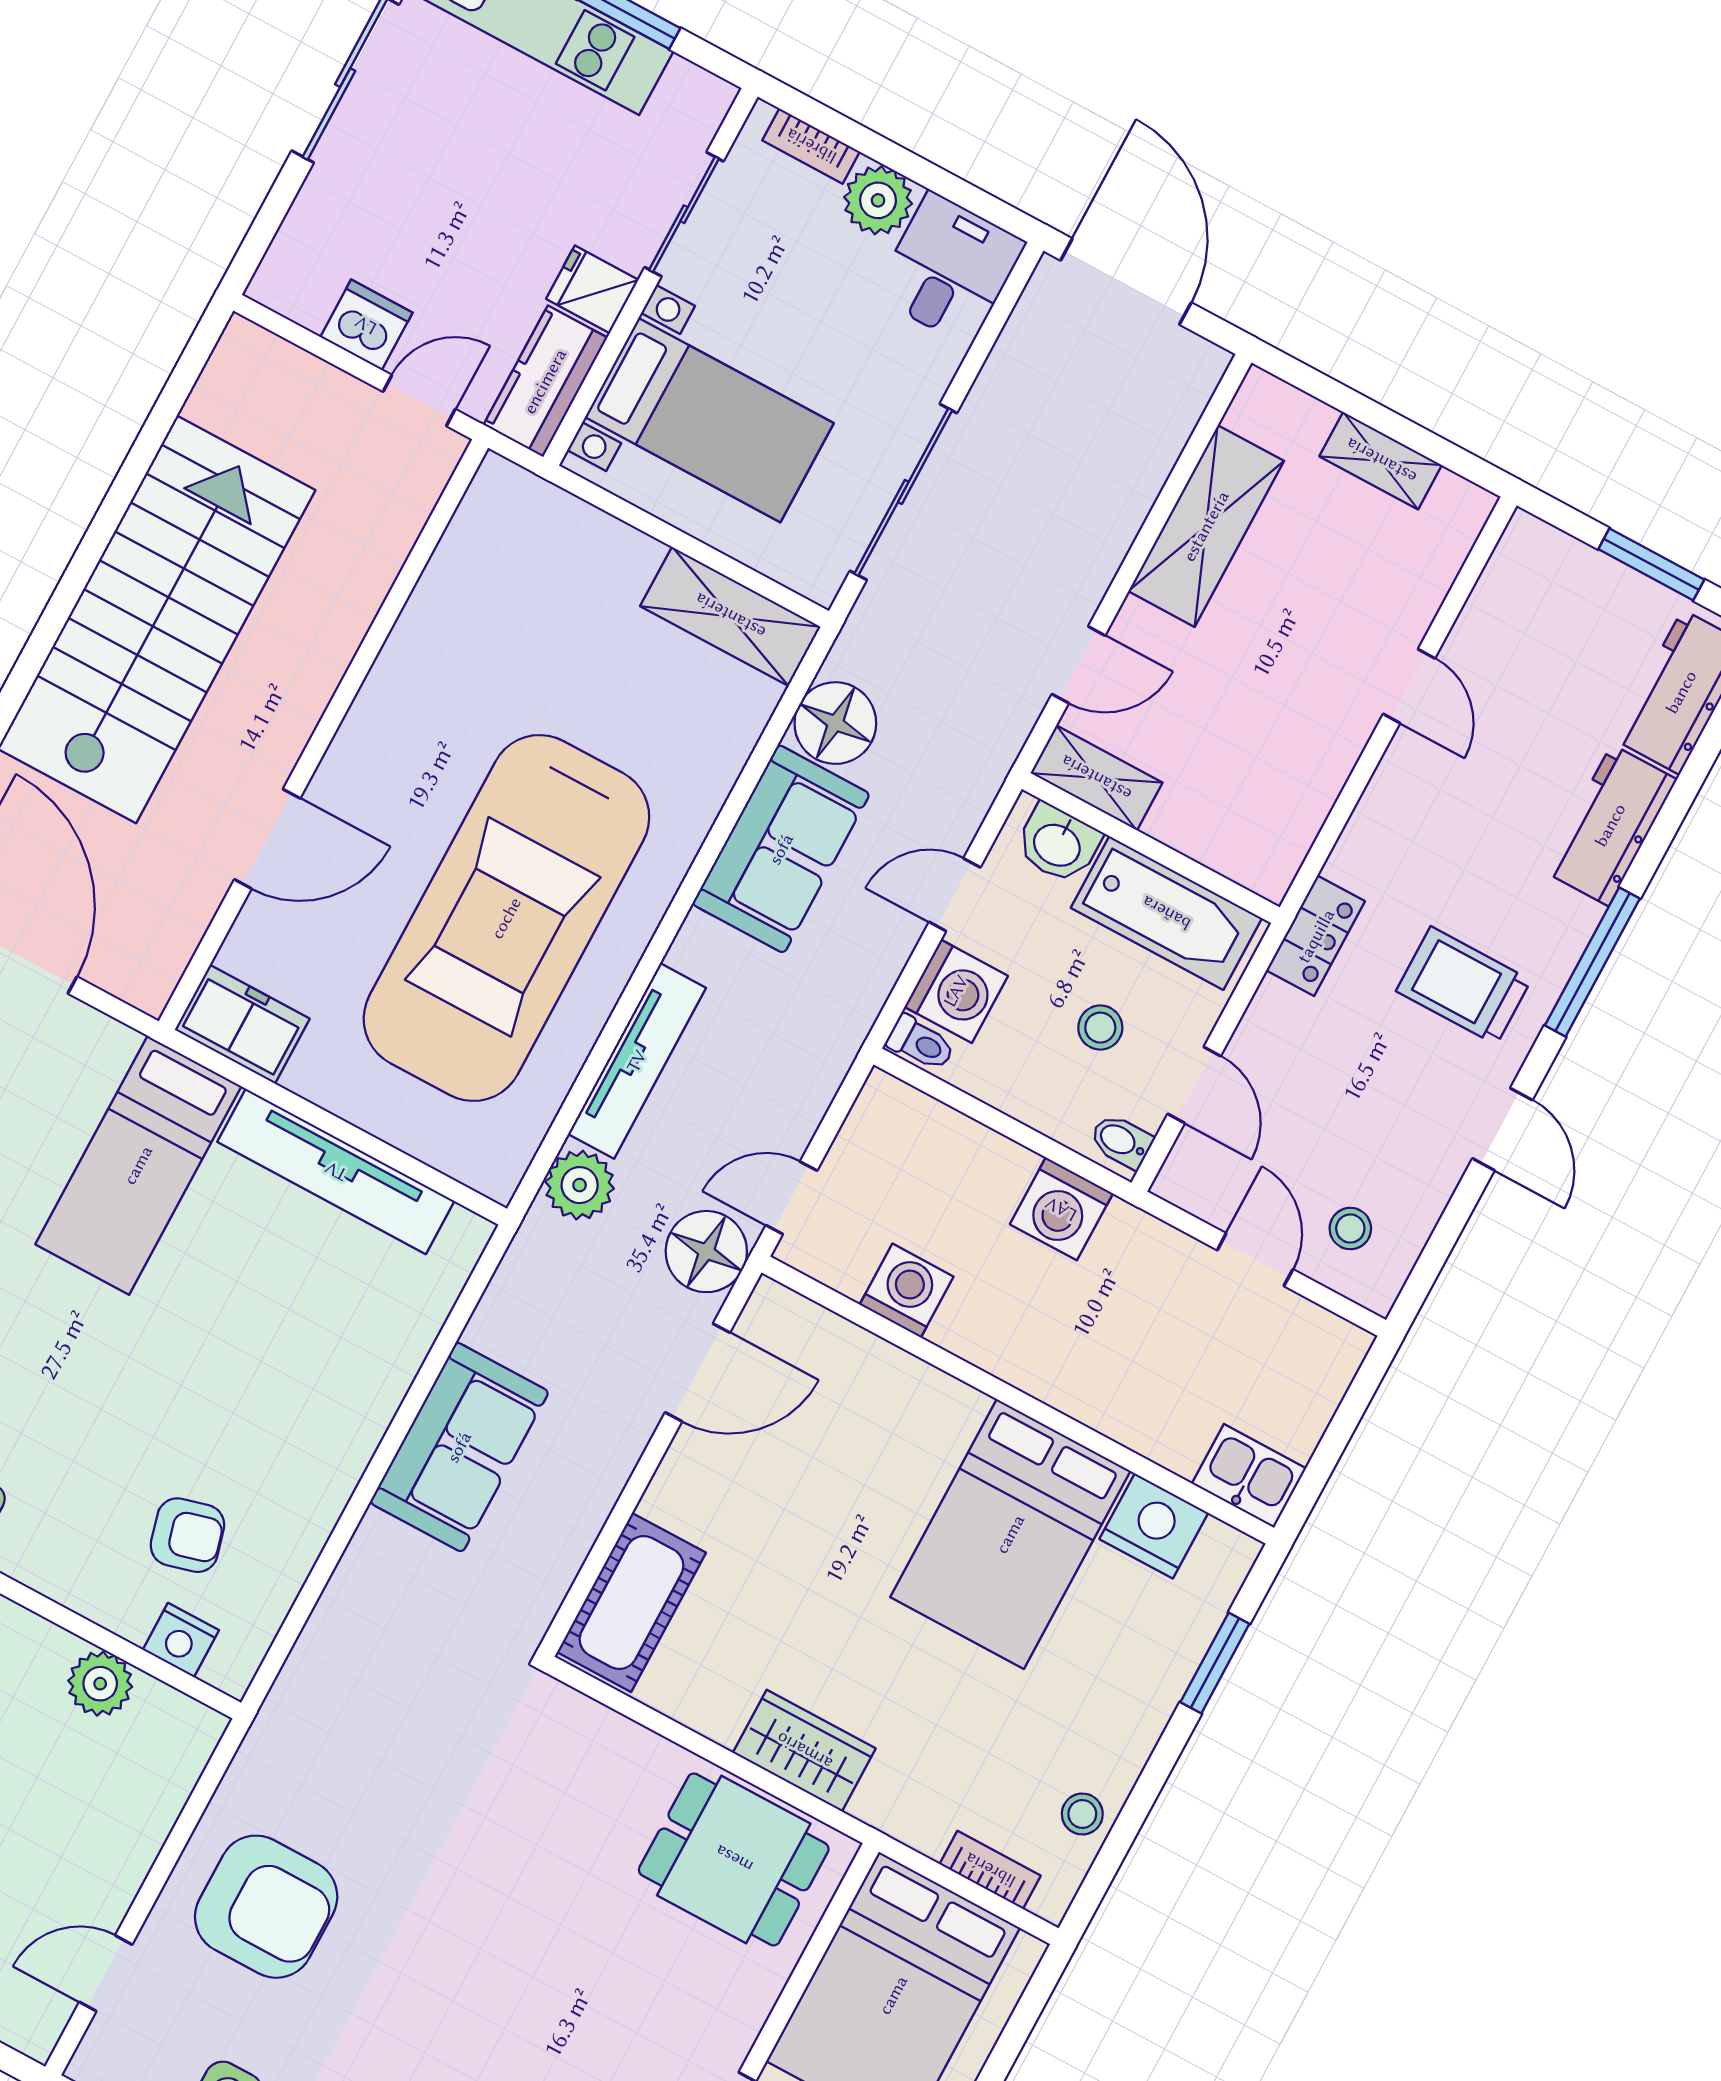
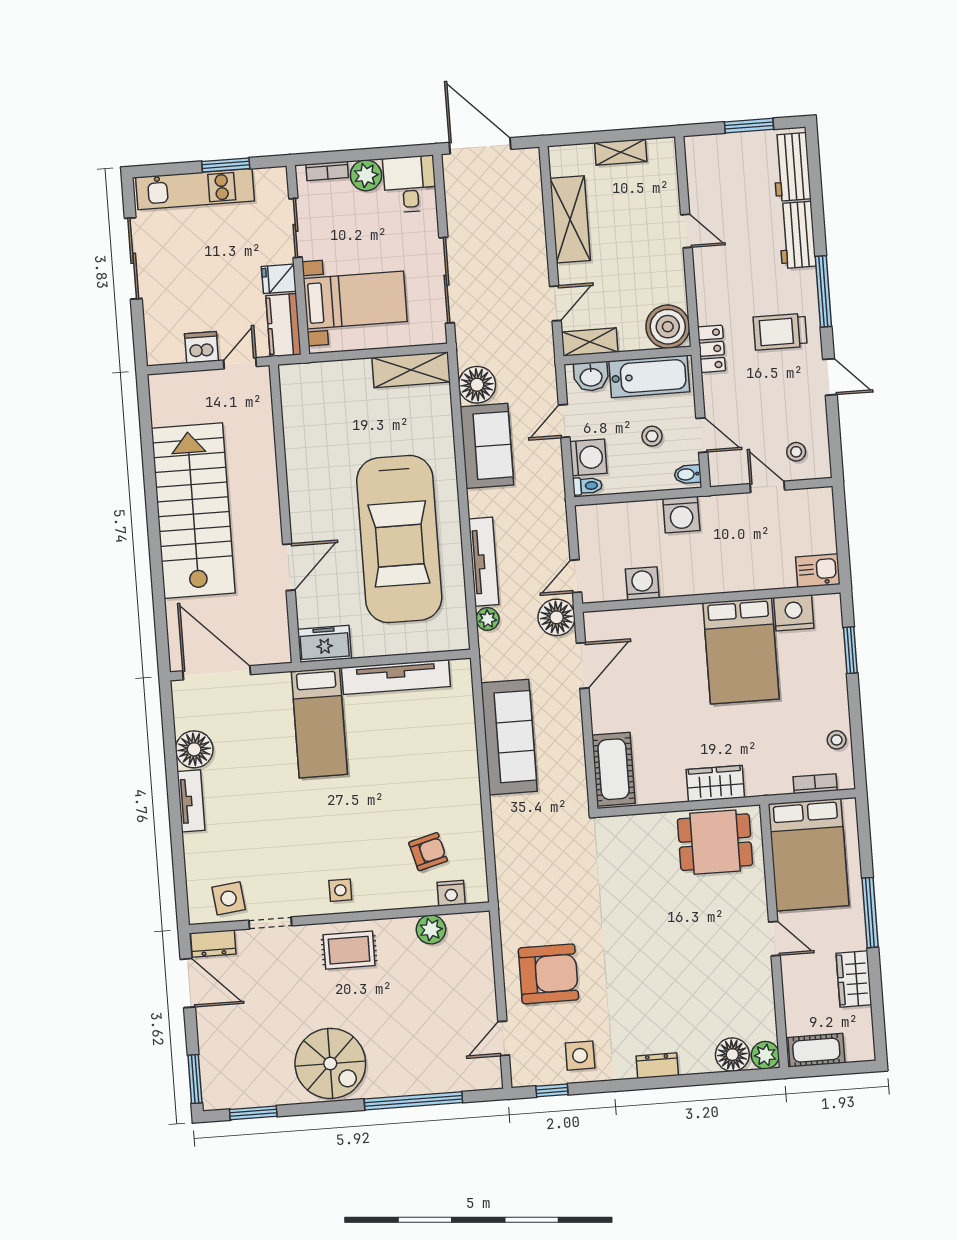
boiler: (1260, 842) -> (668, 327), added
plant: (580, 1185) -> (488, 619), width x0.73, depth x0.73
sofa: (459, 1447) -> (509, 737), width x1.36

